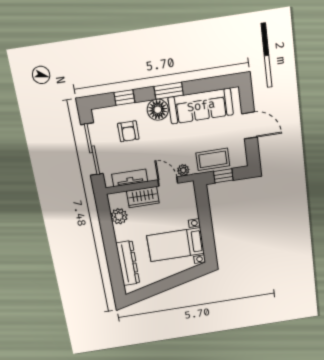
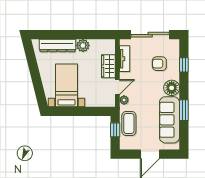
window: (169, 91) -> (184, 110), moved
plant: (119, 216) -> (83, 45), moved

